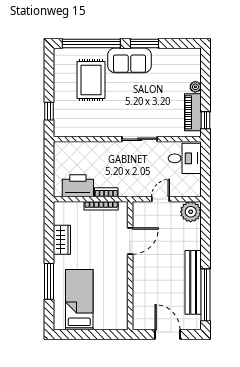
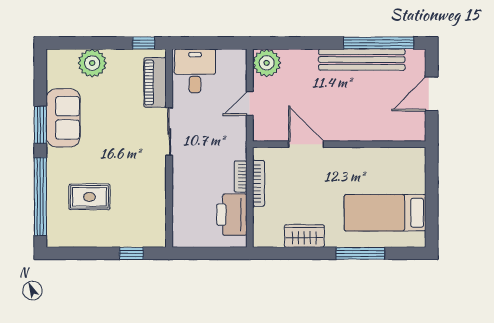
sofa: (130, 60) -> (63, 118), moved
rug: (91, 80) -> (89, 197), width x0.73, depth x0.70
plant: (195, 87) -> (92, 63), width x1.88, depth x1.88
piano: (193, 112) -> (155, 82), moved, turned 90
door: (160, 199) -> (250, 104), hinge flipped

